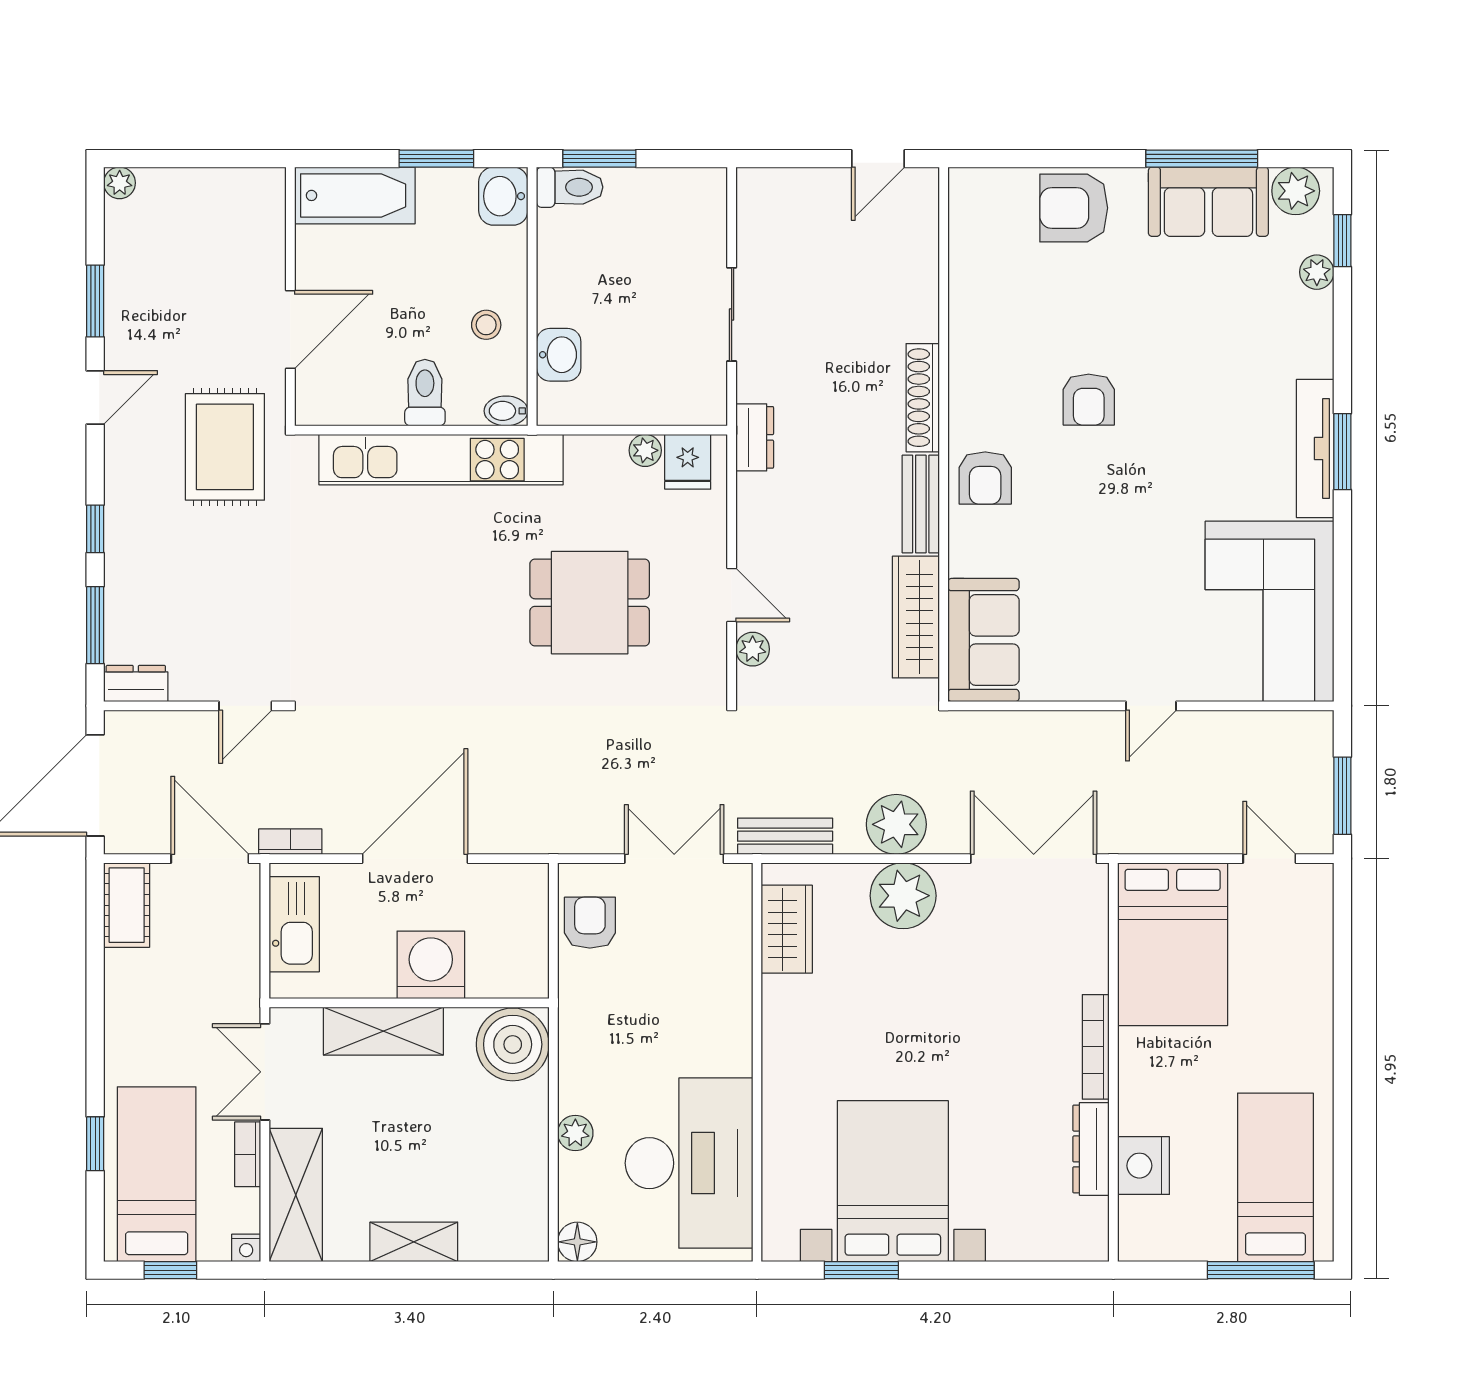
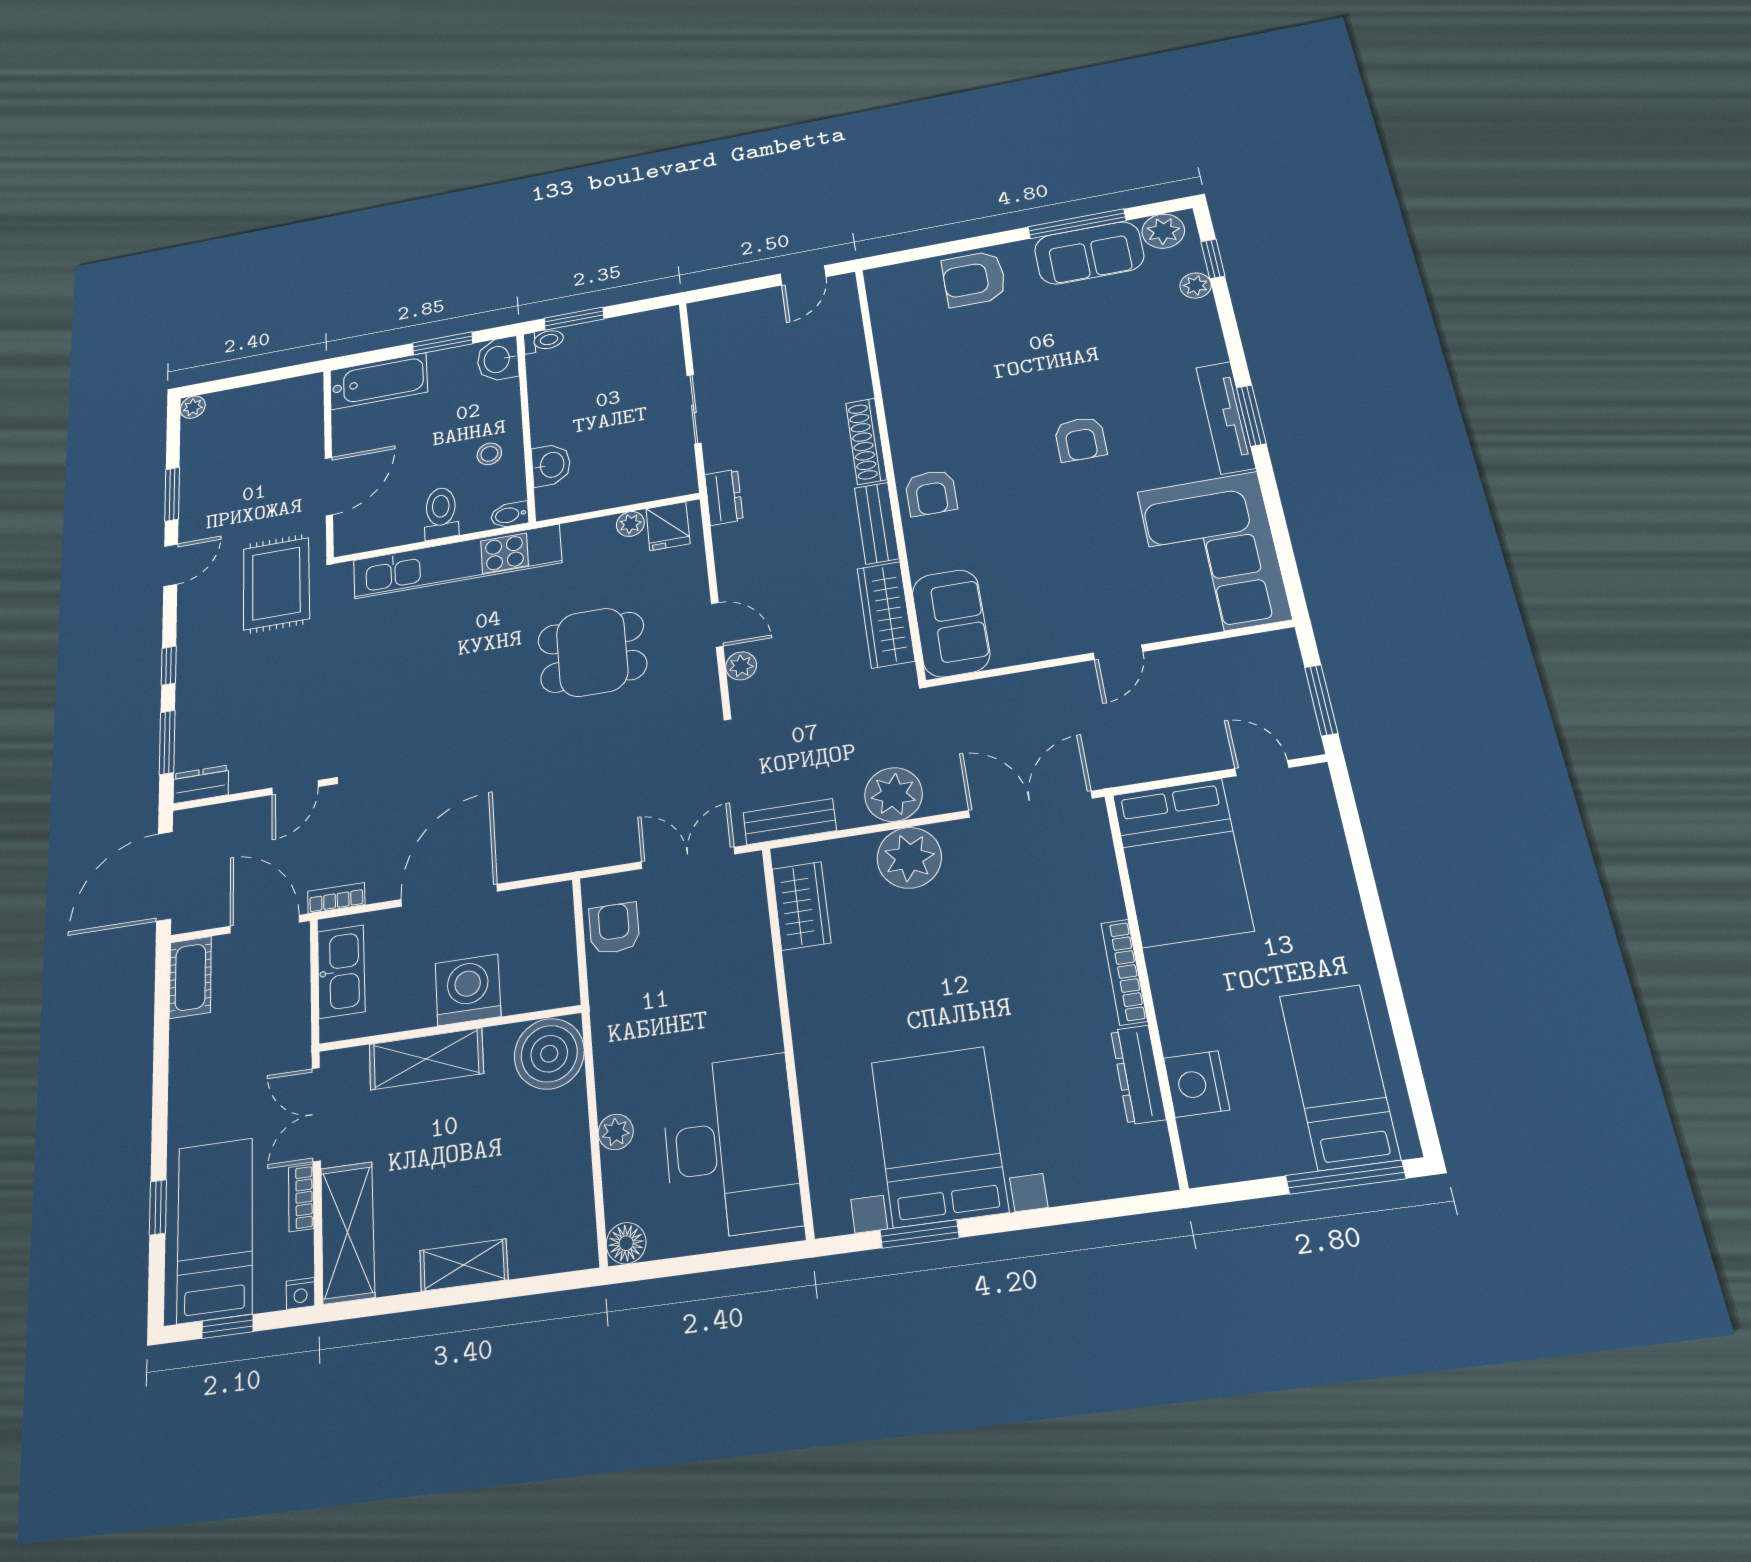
toilet: (570, 187) -> (544, 341), width x0.73, depth x0.72
armchair: (1089, 400) -> (1080, 439), moved

